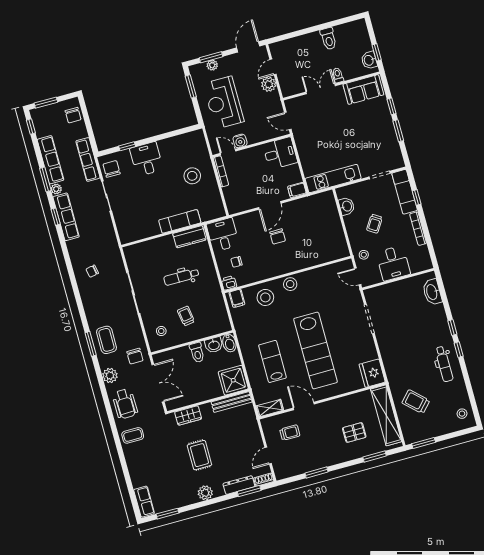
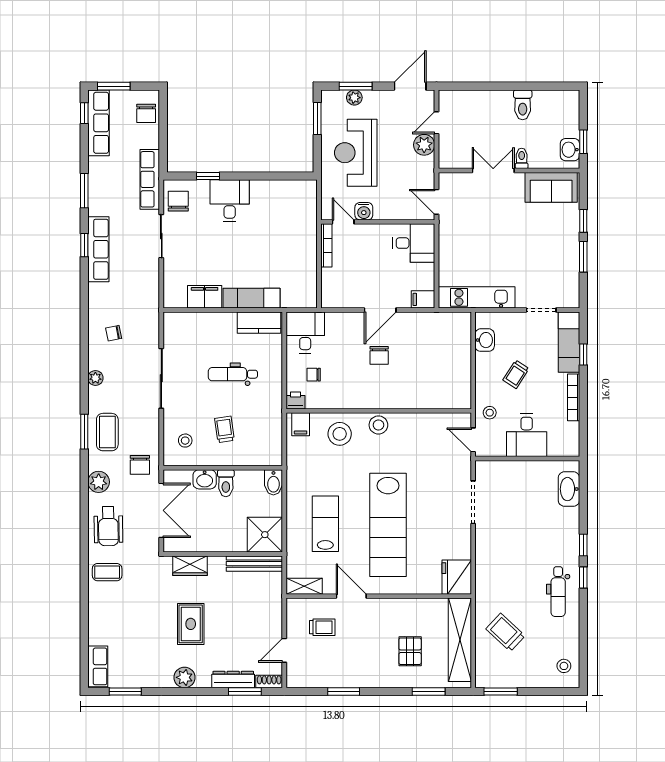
row of seats: (50, 160) -> (99, 123), moved
stool: (192, 176) -> (286, 241), removed
plant: (56, 189) -> (95, 378), moved
filing cabinet: (147, 229) -> (205, 297), added
washbasin: (214, 345) -> (205, 479), moved
pallet: (354, 433) -> (410, 651), turned 90

